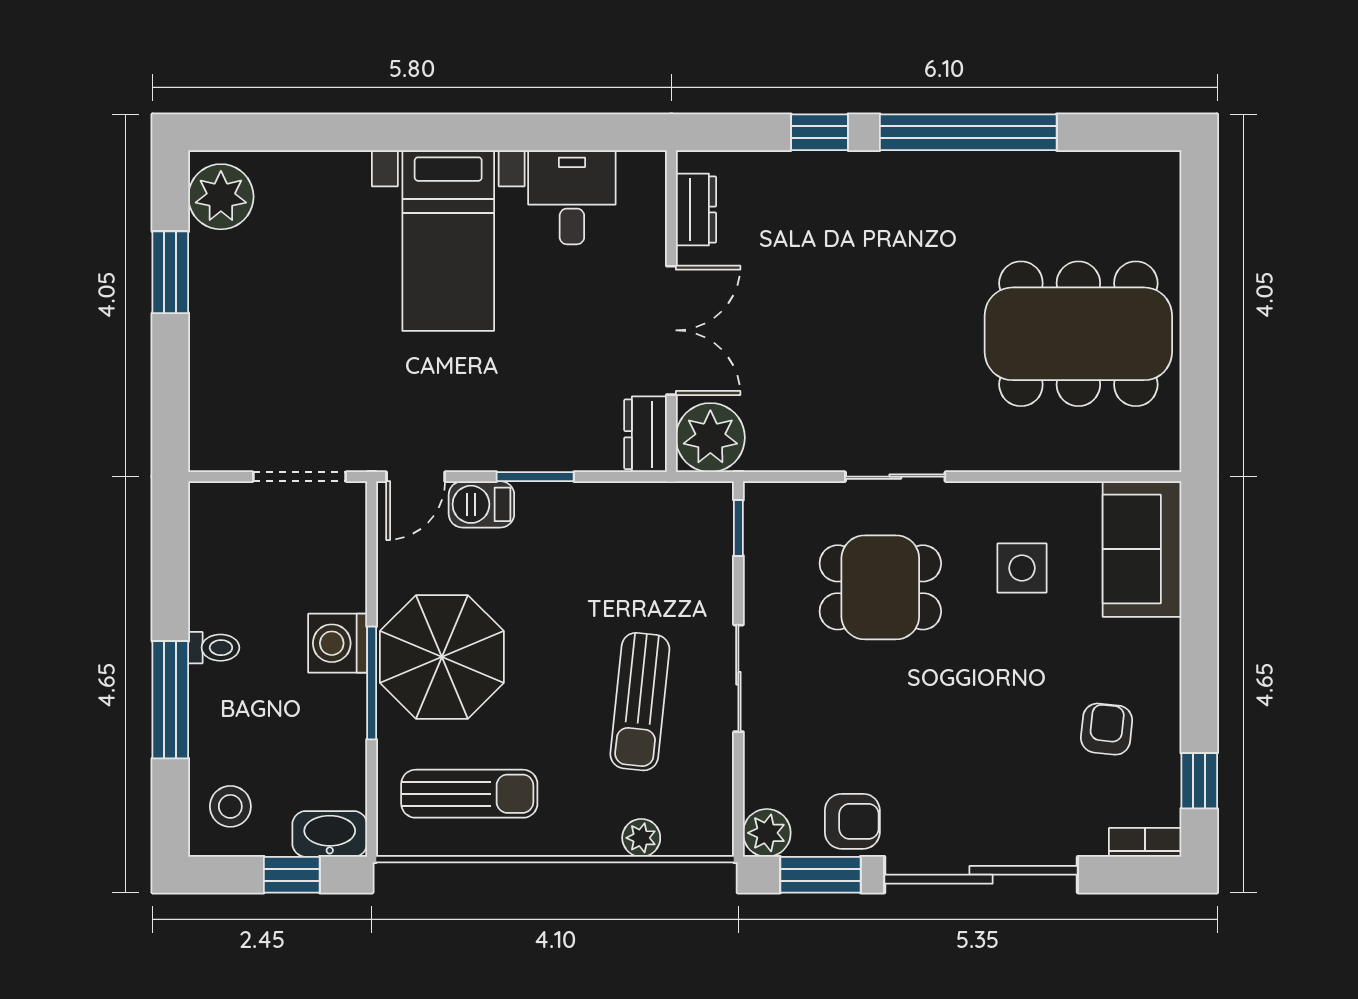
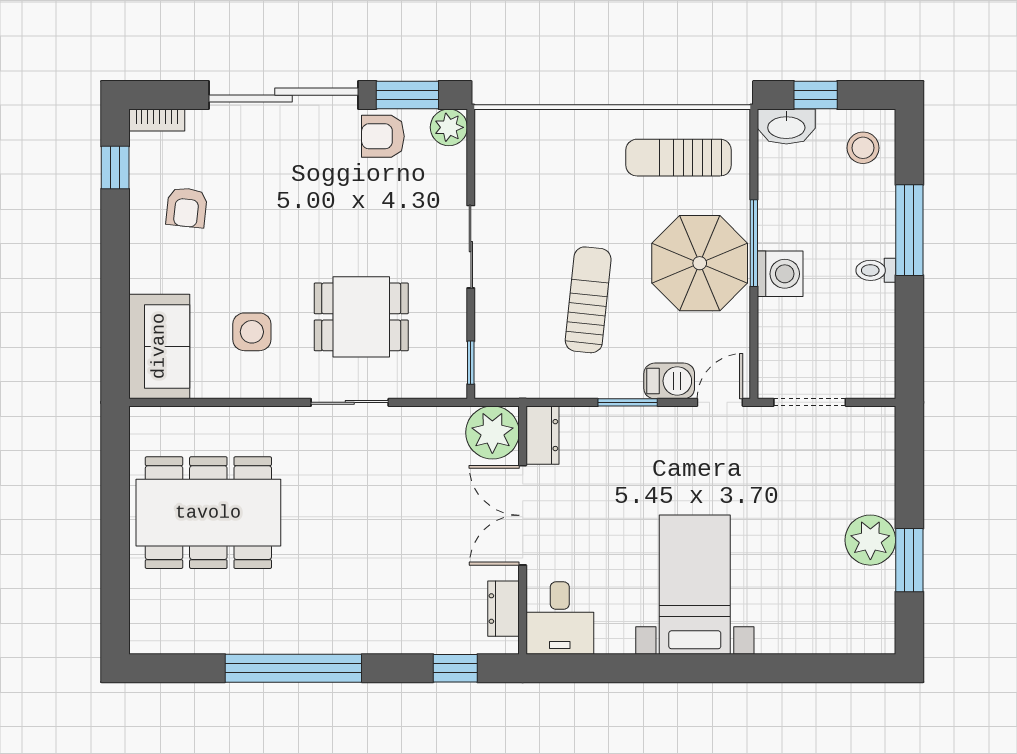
window: (820, 132) -> (455, 668), moved
plant: (221, 197) -> (870, 540), moved
desk: (572, 197) -> (560, 618), moved
sun lounger: (640, 702) -> (588, 300), moved
plant: (641, 838) -> (546, 124), removed

